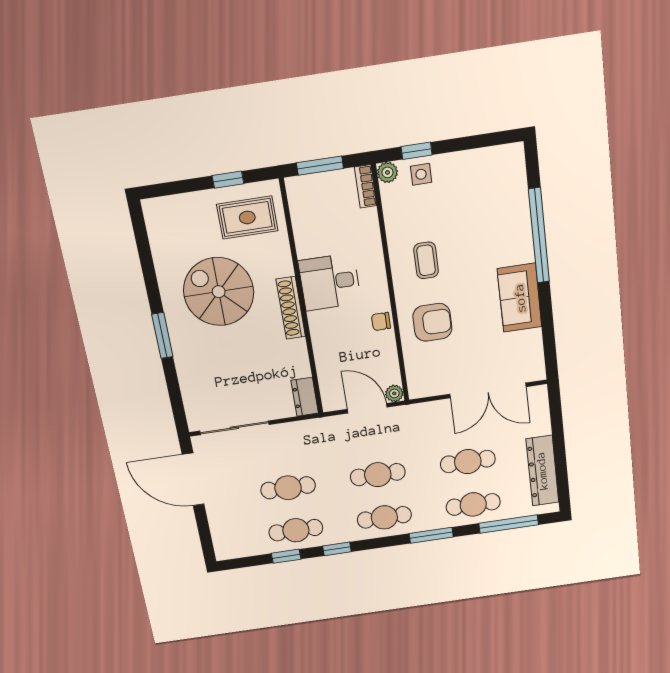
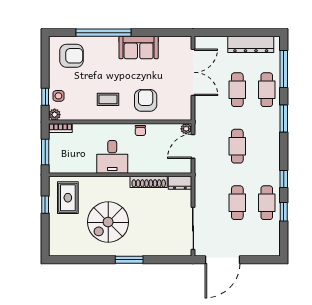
armchair: (493, 187) -> (72, 56), added
shoe rack: (291, 308) -> (149, 182), moved
cafe table: (384, 517) -> (267, 146), removed

